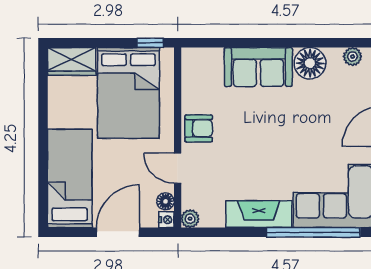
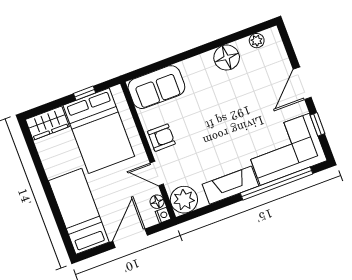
window: (150, 43) -> (85, 93), moved
sofa: (258, 67) -> (156, 87), moved
plant: (190, 219) -> (184, 200), width x1.87, depth x1.87

